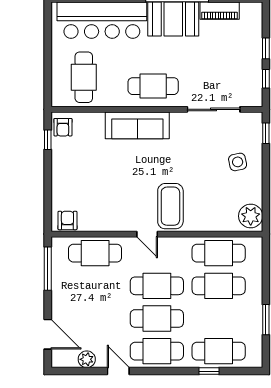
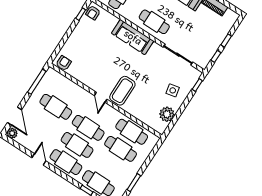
plant: (251, 216) -> (167, 114), moved
cafe table: (95, 253) -> (56, 107), moved
plant: (87, 359) -> (12, 133), moved

